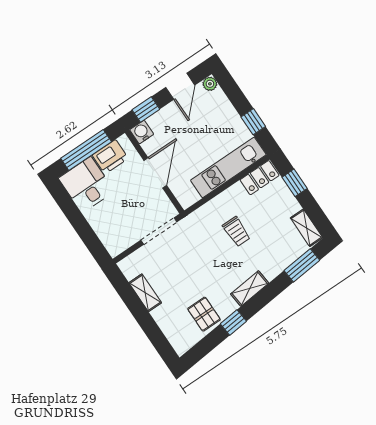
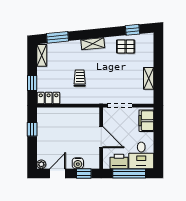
water cooler: (142, 132) -> (78, 163), moved
kitchen unit: (228, 168) -> (61, 114), removed
door: (155, 173) -> (101, 137), swing flipped
filing cabinet: (110, 235) -> (146, 121), added
pallet: (204, 314) -> (126, 46), turned 90
window: (233, 323) -> (132, 30), moved

